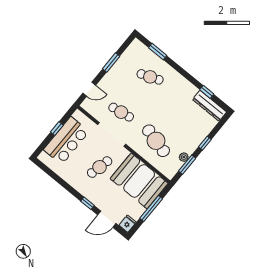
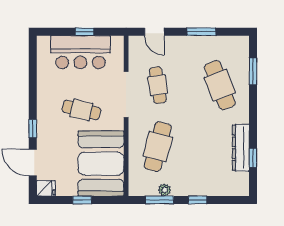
cafe table: (150, 77) -> (220, 85), width x1.37, depth x1.35
dresser: (209, 106) -> (241, 148), moved
window: (151, 209) -> (82, 200), width x0.46

